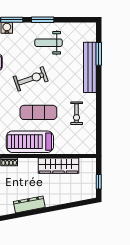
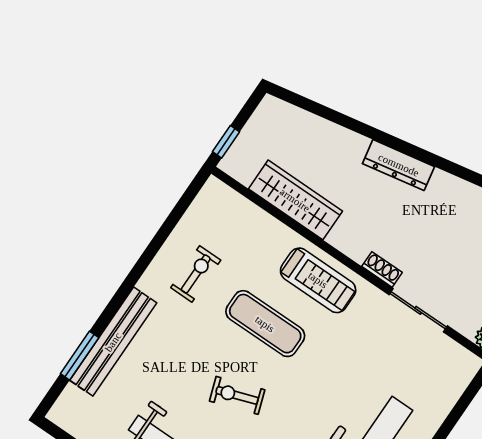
exercise bike: (31, 79) -> (237, 395), width x0.73, depth x0.72
treadmill: (30, 142) -> (318, 280), width x0.73, depth x0.73
window: (99, 182) -> (226, 142), moved

